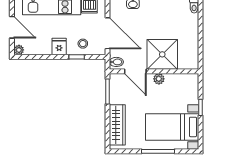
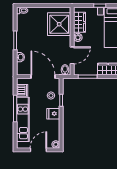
door: (107, 33) -> (43, 77), hinge flipped
shower: (162, 54) -> (59, 24), moved
wardrobe: (179, 81) -> (80, 22), added

